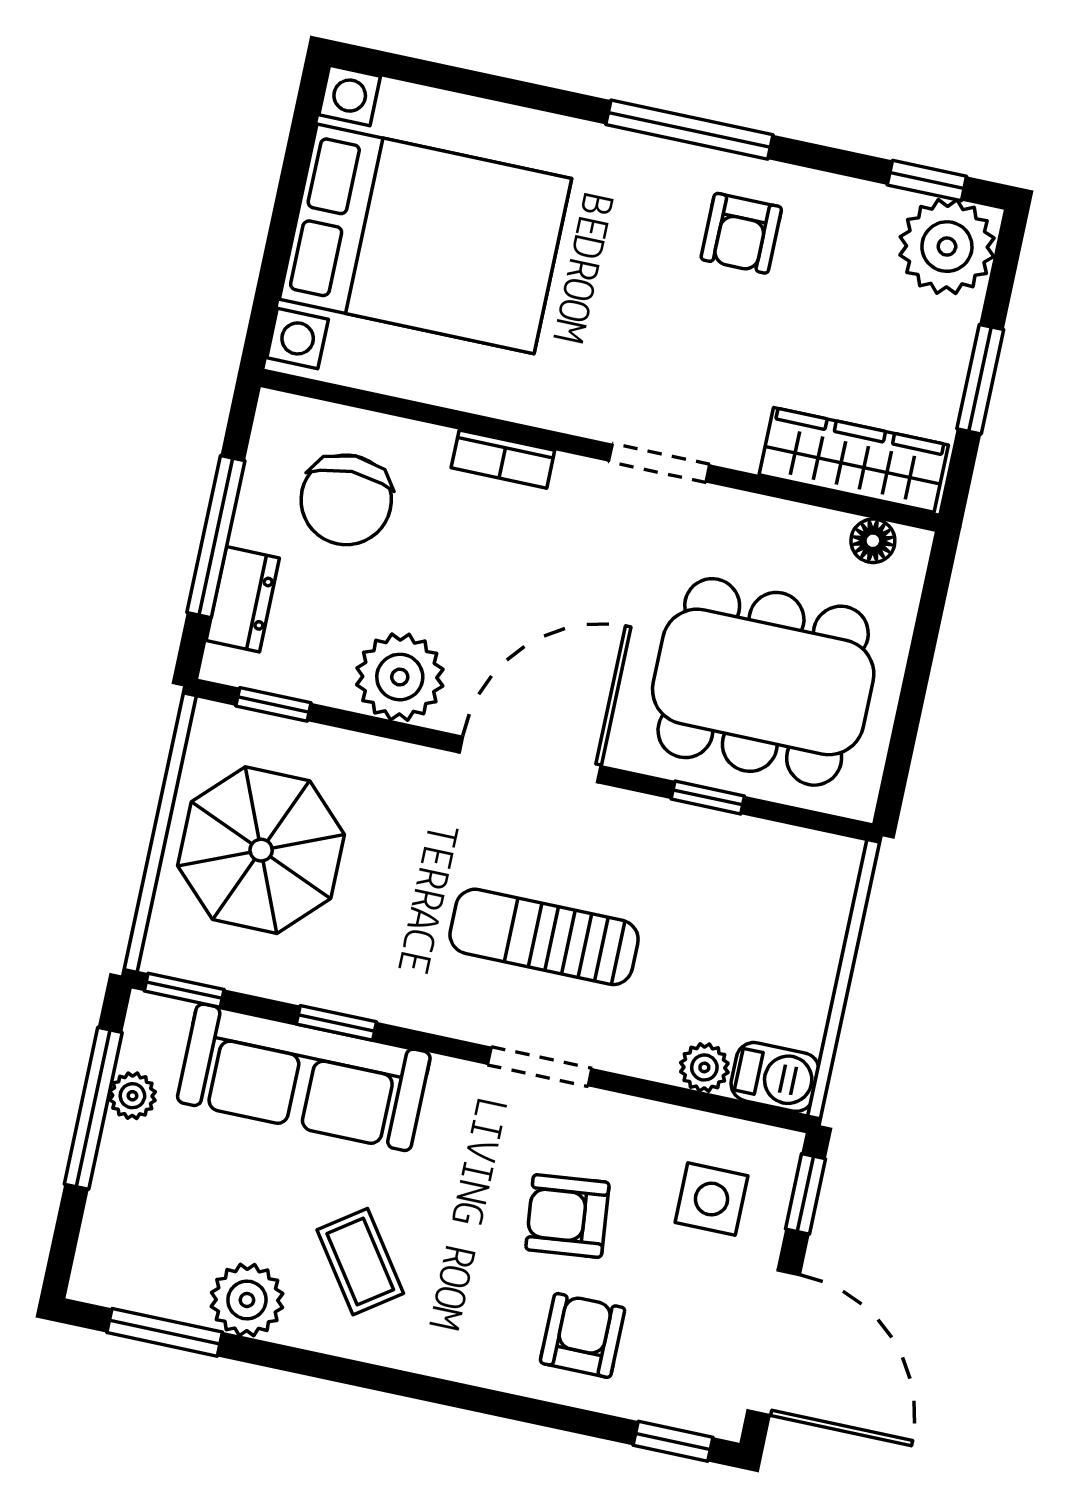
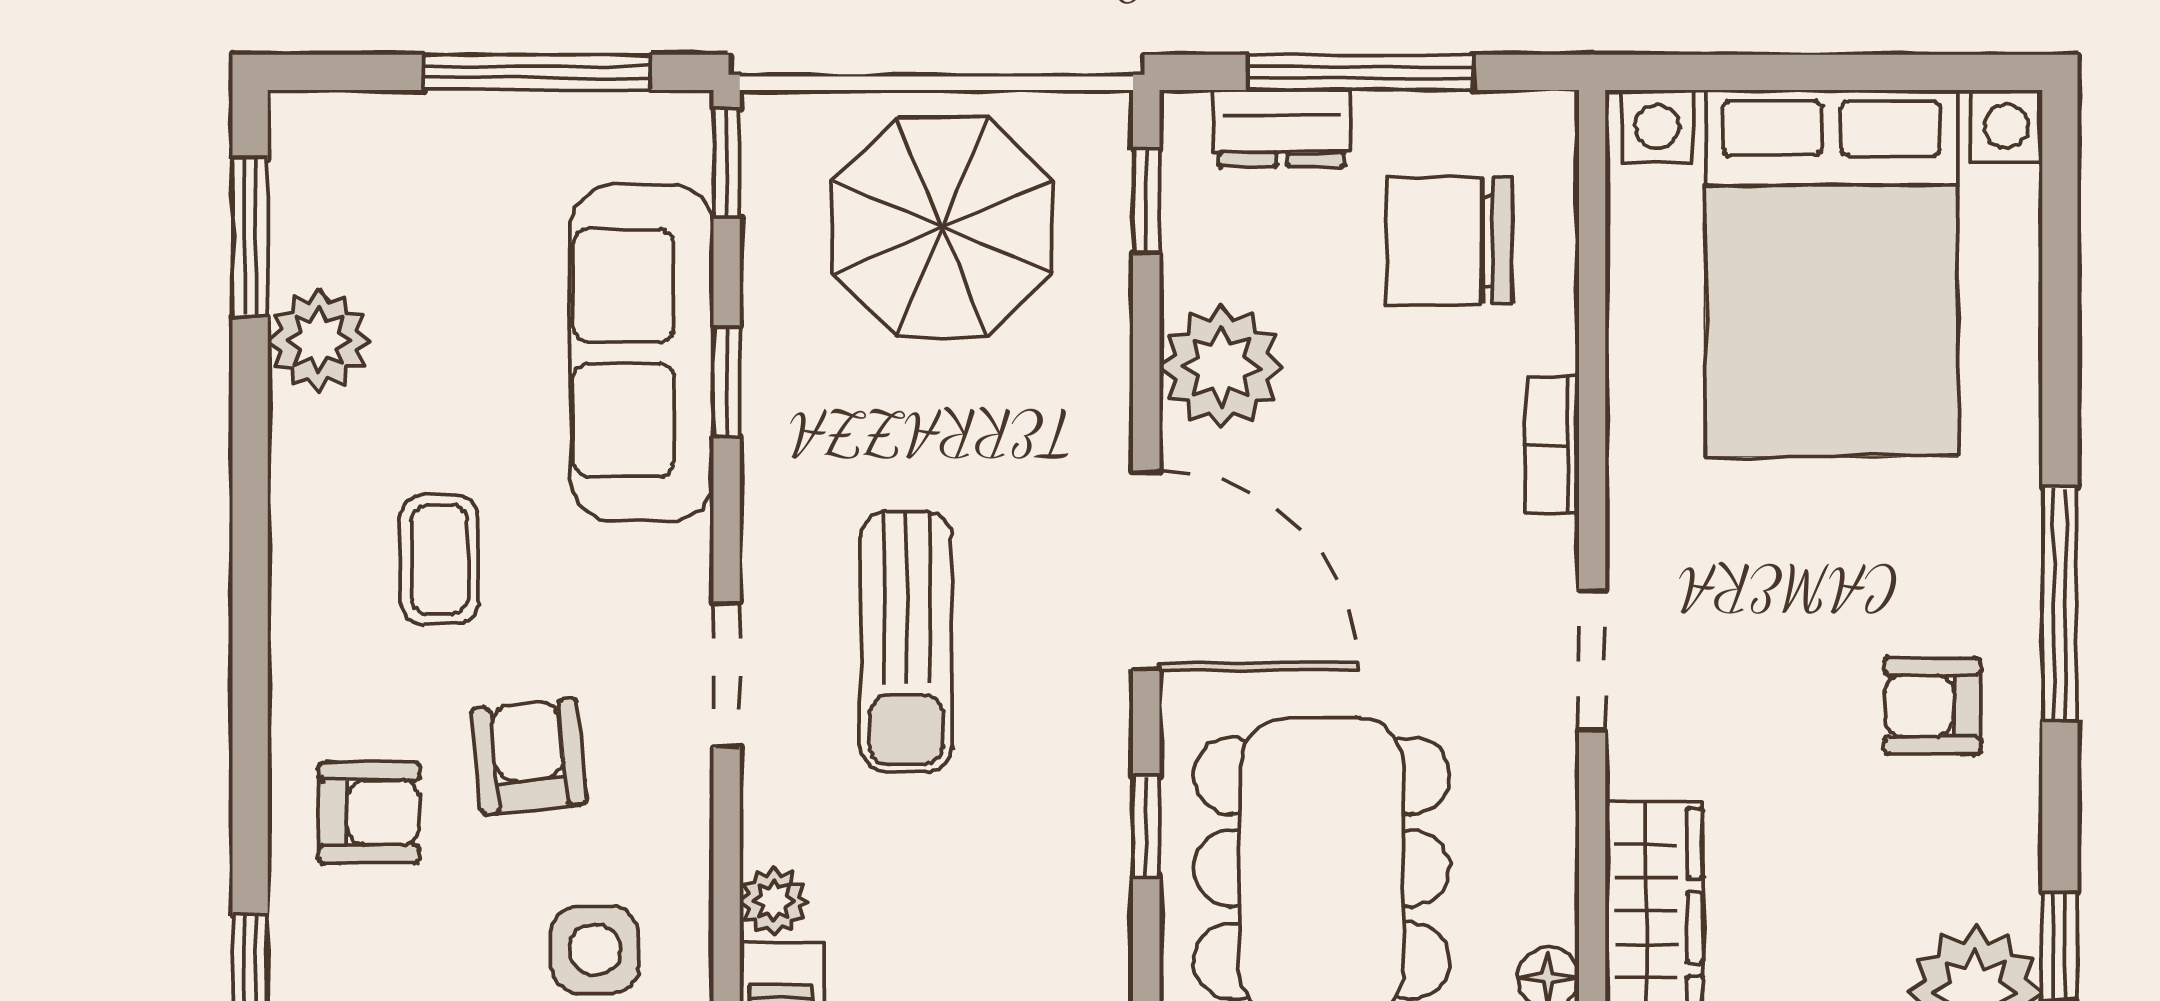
sun lounger: (544, 937) -> (906, 642), turned 180
plant: (132, 1096) -> (566, 123), removed
coffee table: (360, 1262) -> (440, 559), moved, turned -55

